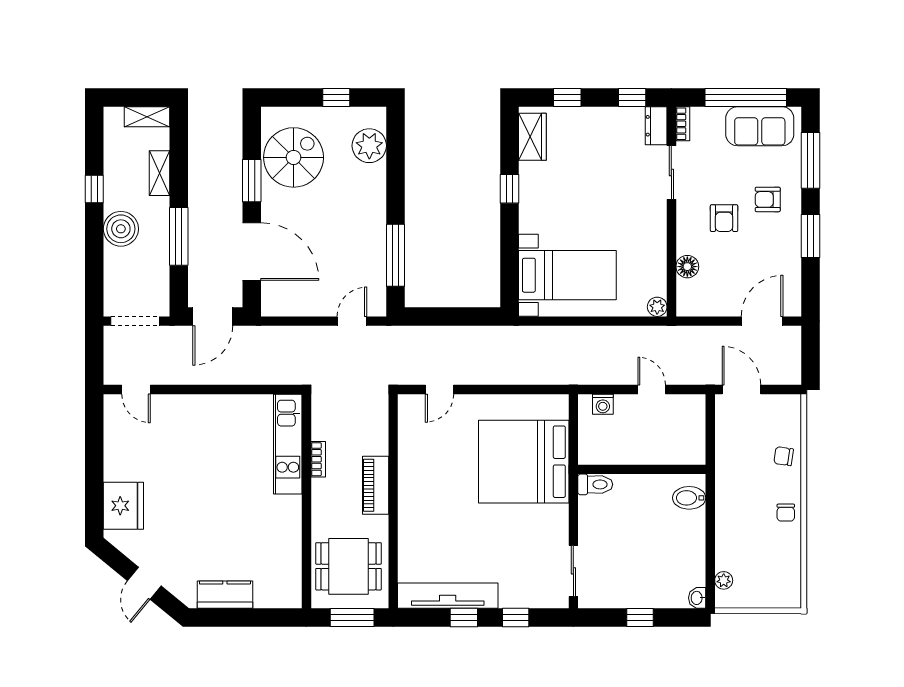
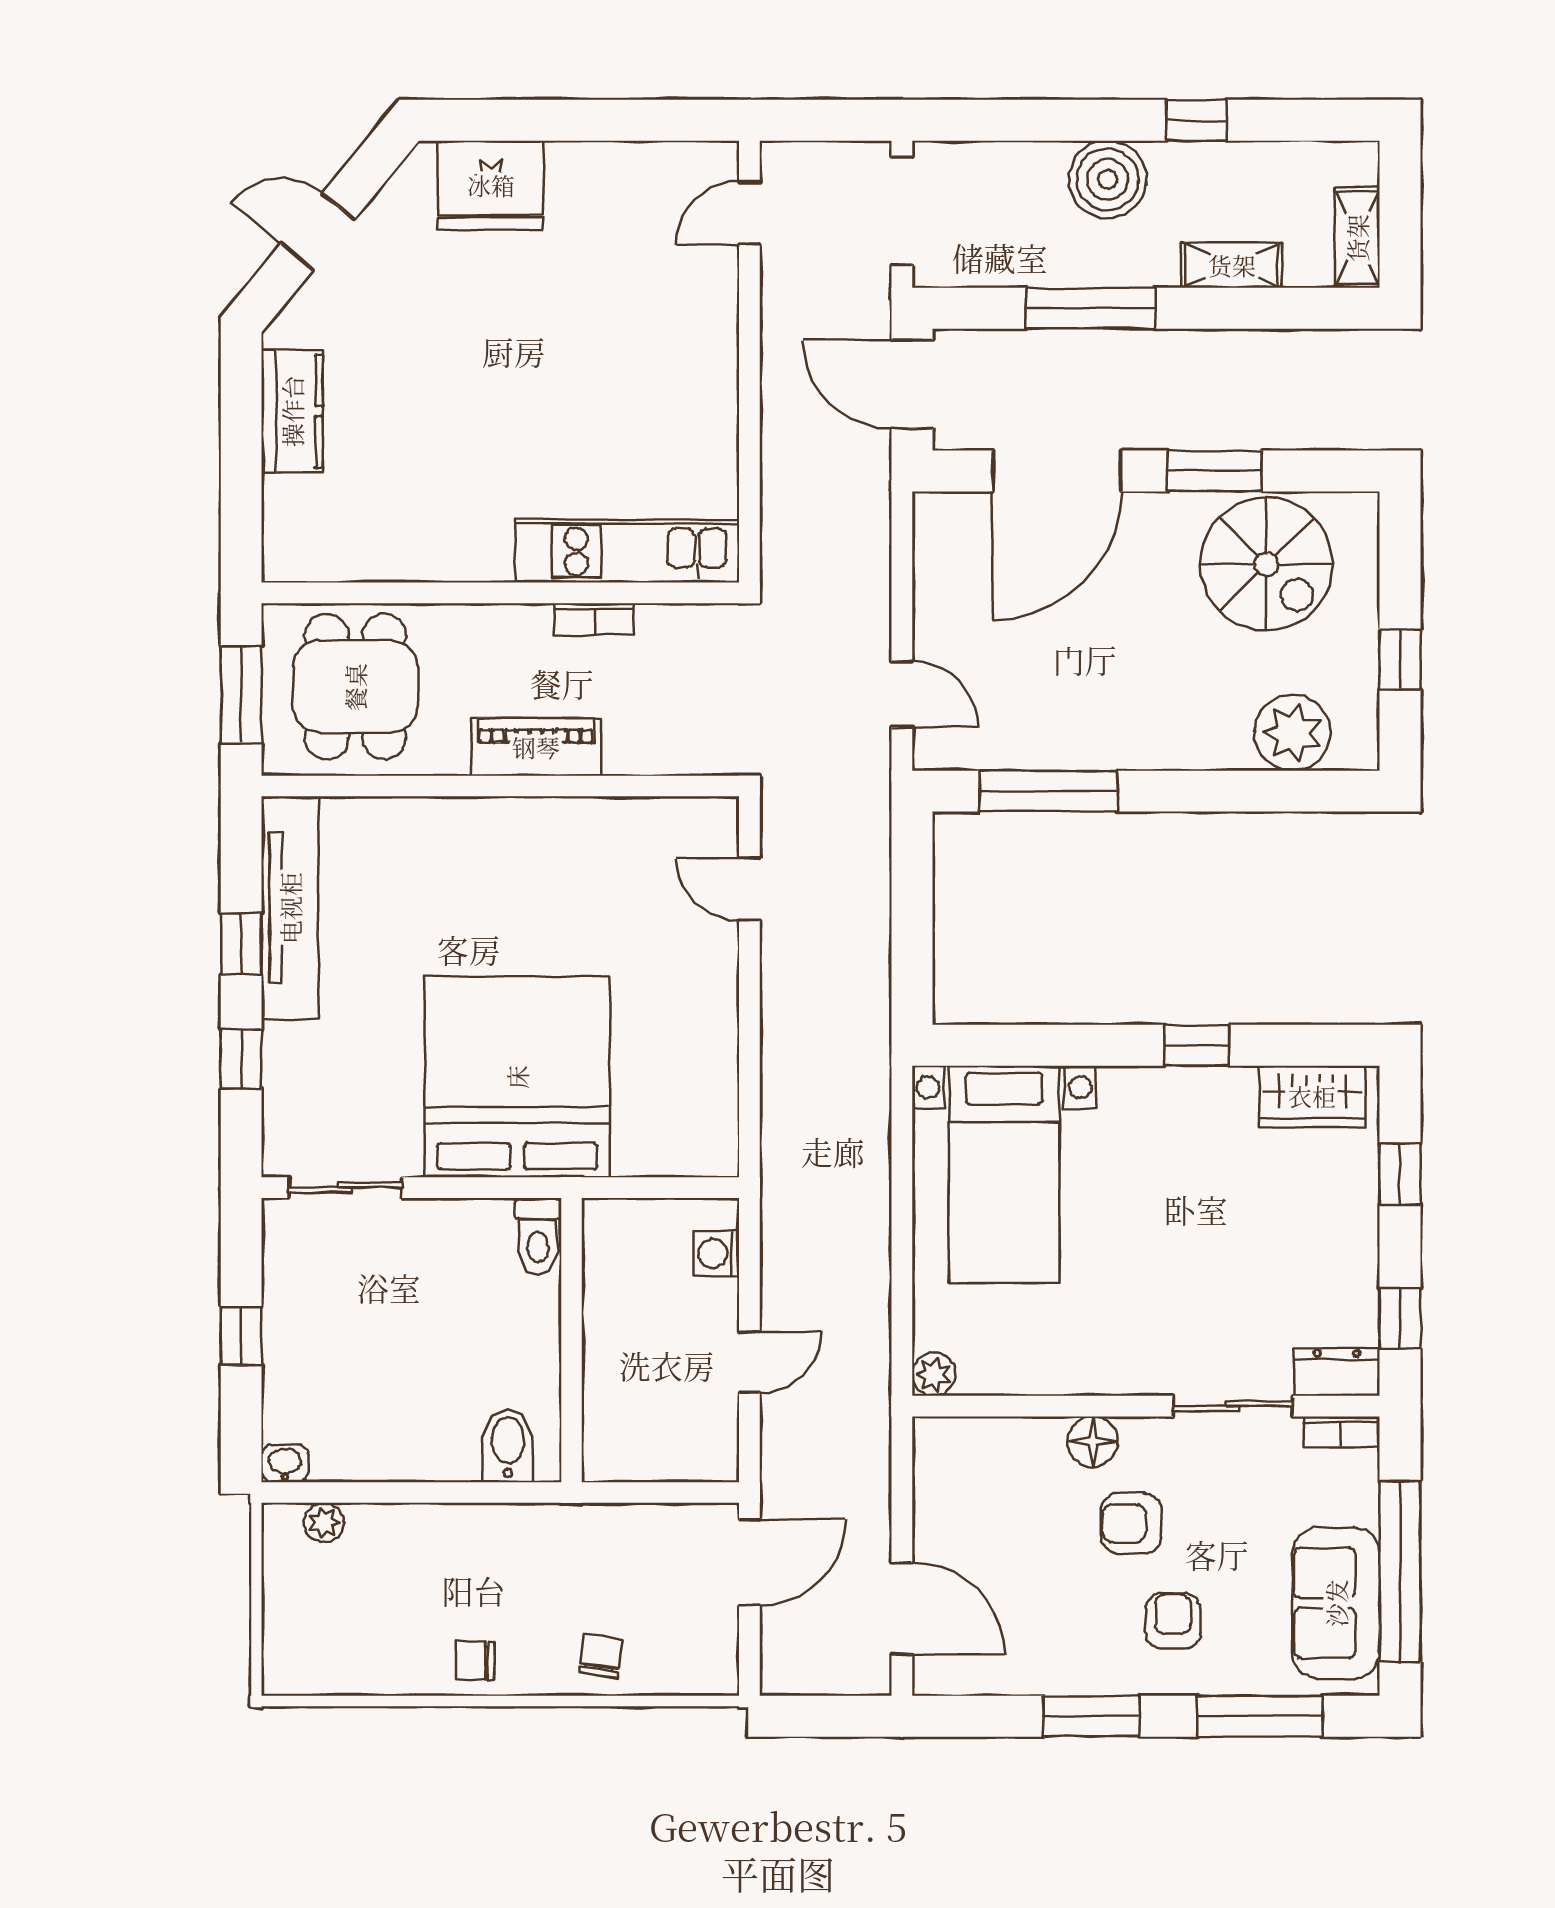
floor lamp: (687, 267) -> (1093, 1442), moved
bed: (524, 462) -> (517, 1077), moved

